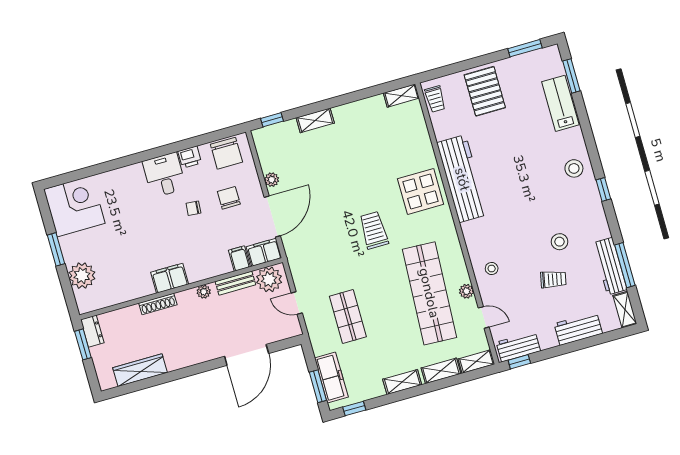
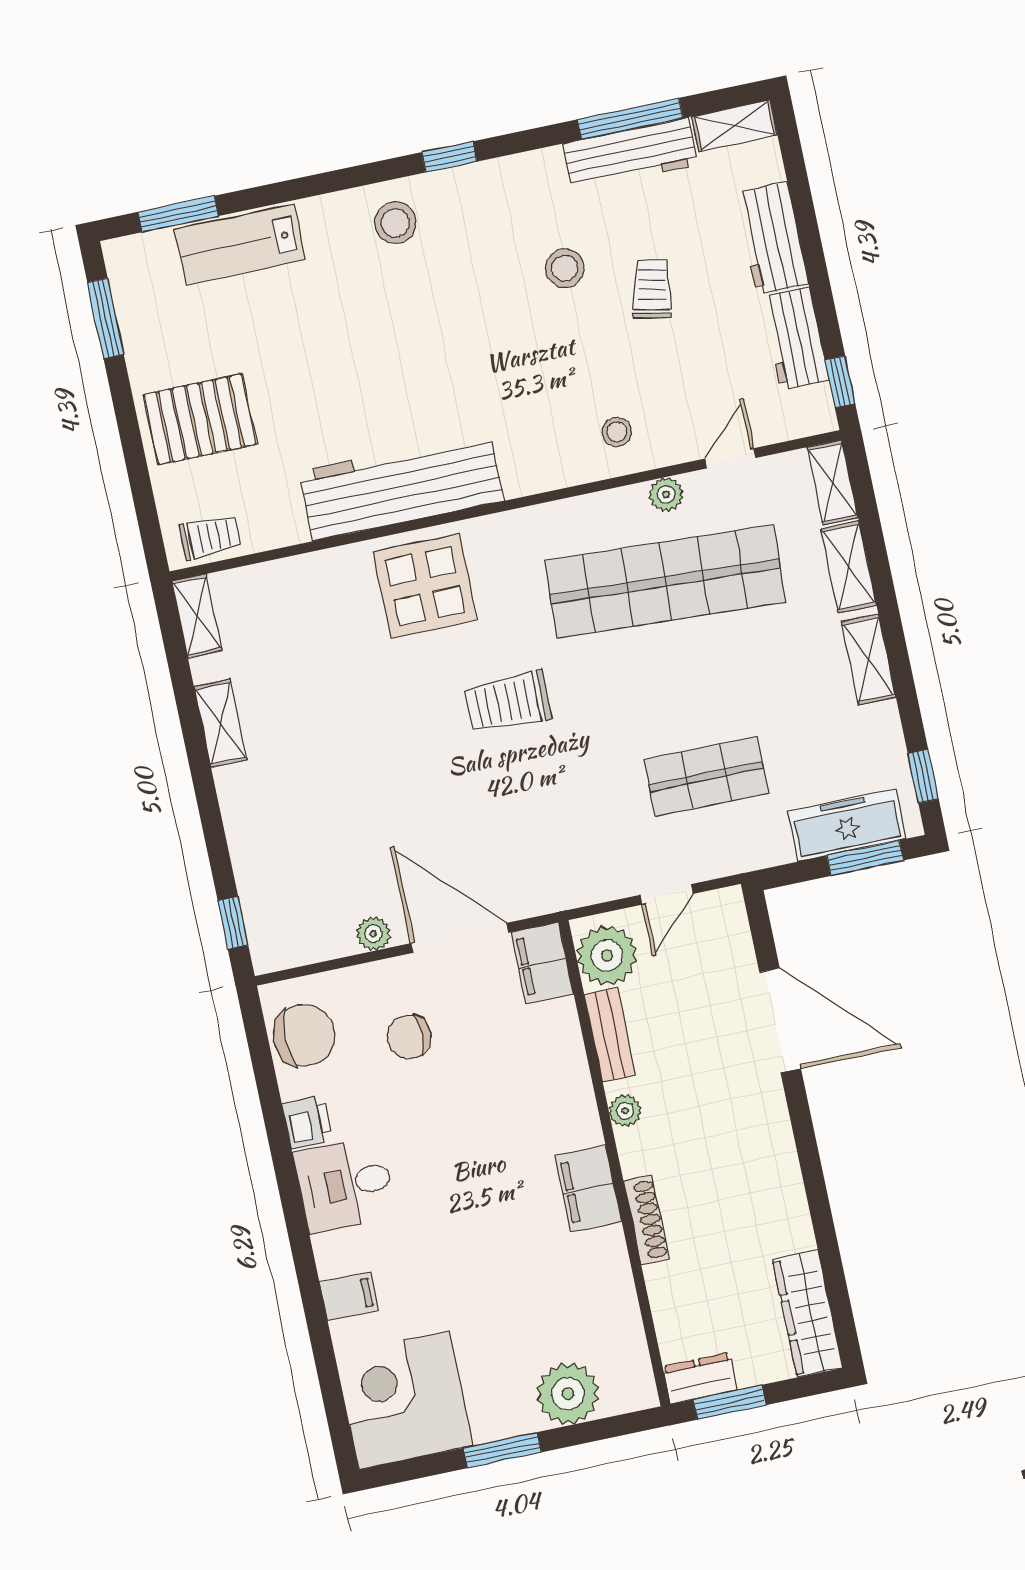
shelving: (315, 120) -> (221, 723), moved
chair: (193, 208) -> (428, 1122), removed
filing cabinet: (239, 258) -> (349, 1296), moved, turned 180
workbench: (518, 347) -> (795, 339), moved
wardrobe: (140, 370) -> (808, 1314), moved

